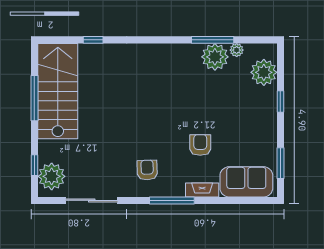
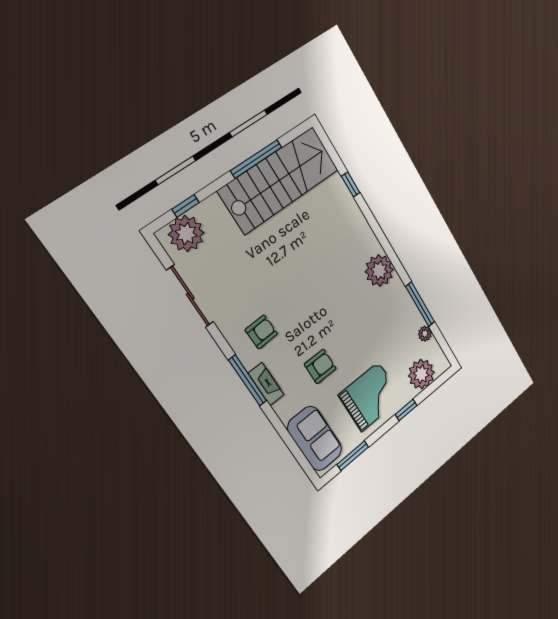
plant: (215, 57) -> (379, 271), moved
grand piano: (249, 123) -> (370, 397), added
fireplace: (202, 190) -> (266, 384), moved

